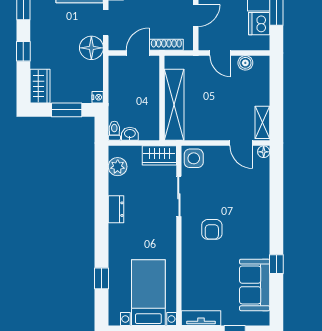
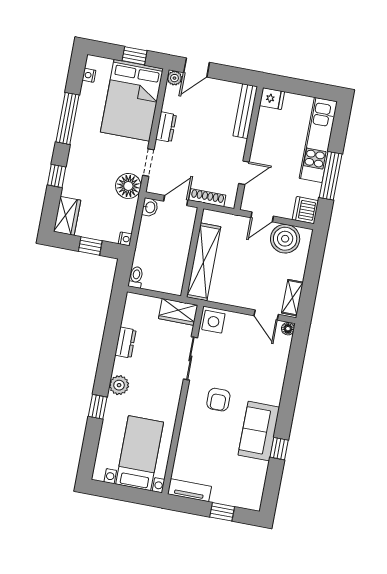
dishwasher: (259, 24) -> (305, 210), moved
door: (220, 53) -> (262, 217), hinge flipped
boiler: (245, 63) -> (285, 239), width x1.86, depth x1.86
window: (67, 110) -> (90, 246), width x0.67
washbasin: (130, 134) -> (150, 207), moved, turned 90
plant: (118, 167) -> (119, 385), moved
dresser: (116, 209) -> (125, 343), moved
window: (102, 278) -> (98, 407), moved
sofa: (255, 285) -> (259, 431), moved

